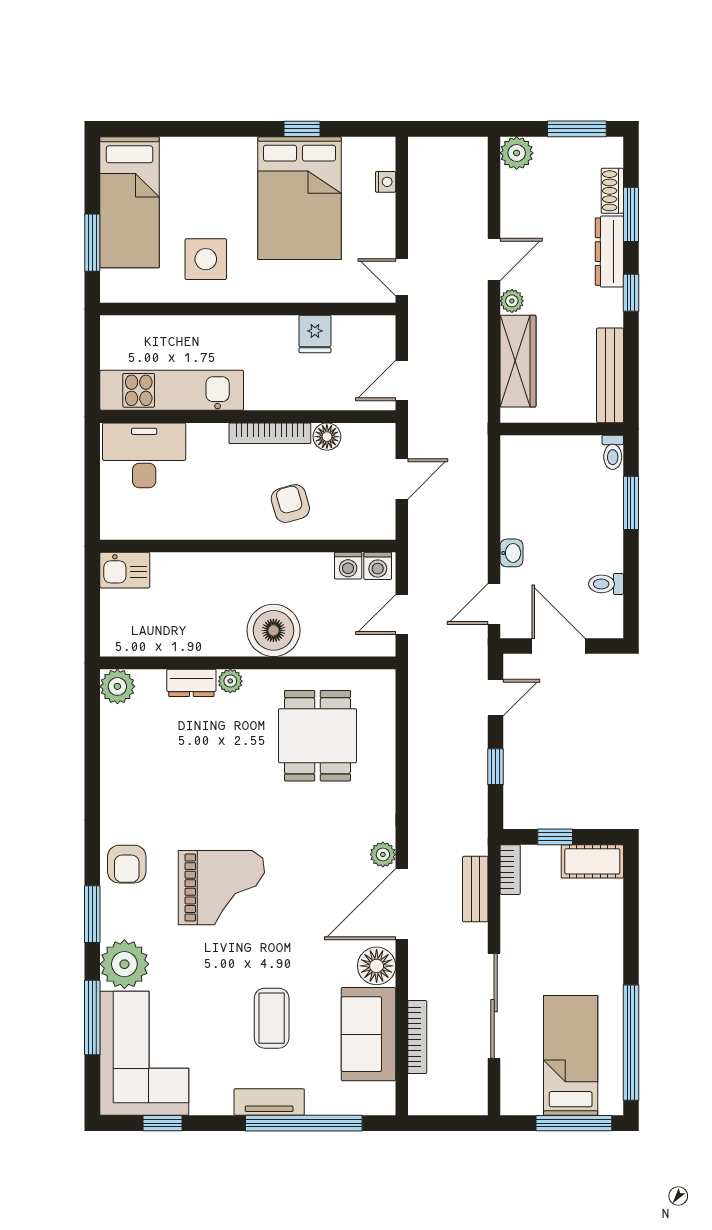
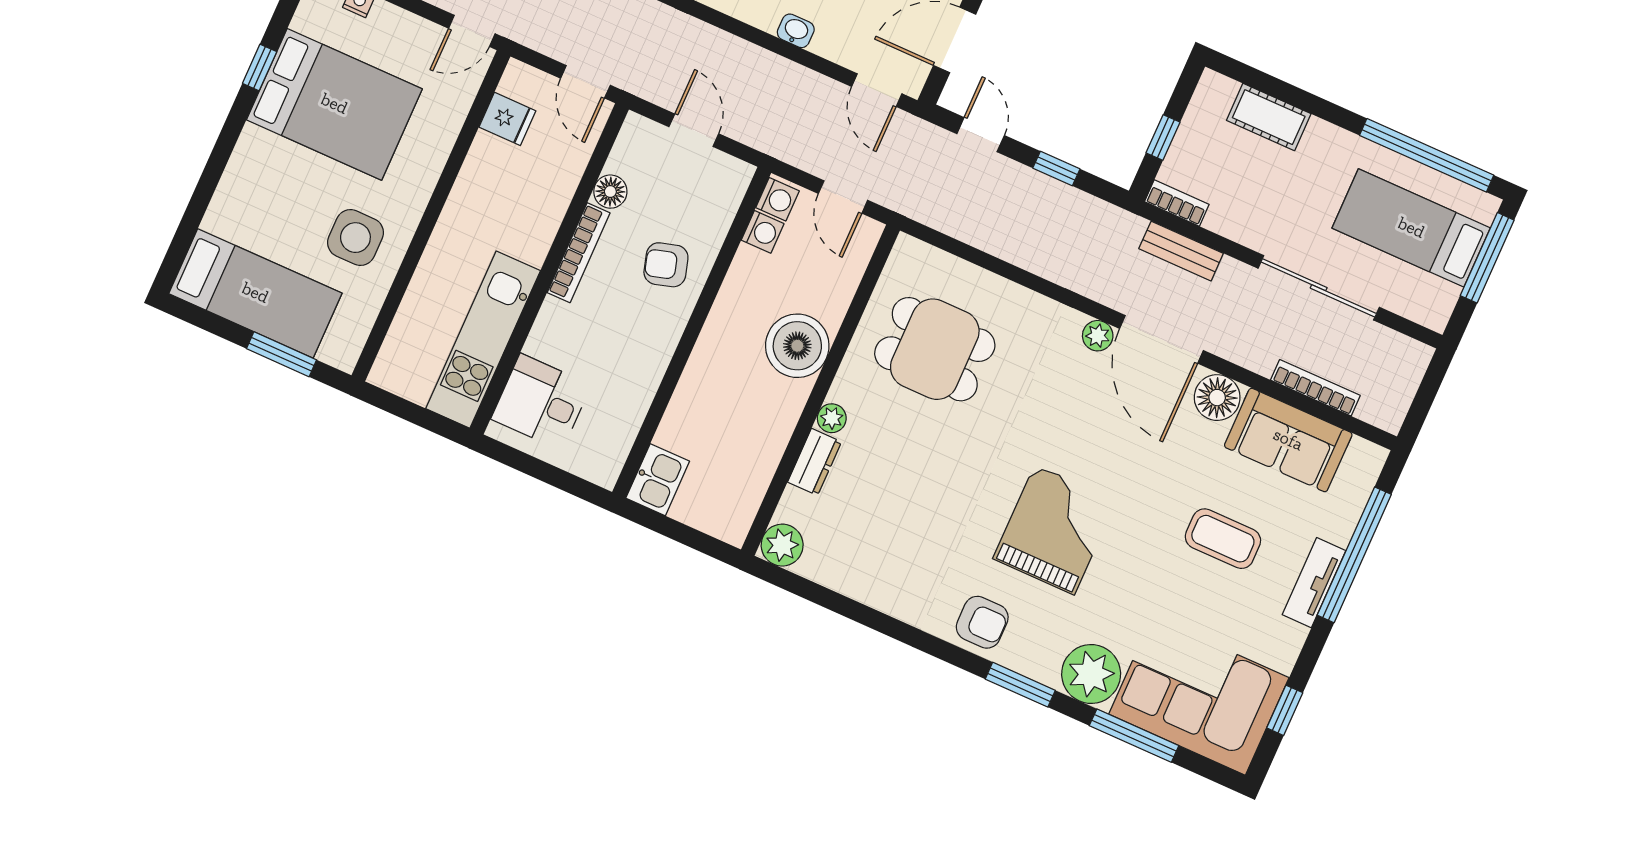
fridge: (315, 334) -> (507, 119), moved
desk: (144, 455) -> (541, 402), width x0.73
washbasin: (511, 553) -> (796, 31), moved
cot: (592, 861) -> (1269, 117), moved, turned 90

